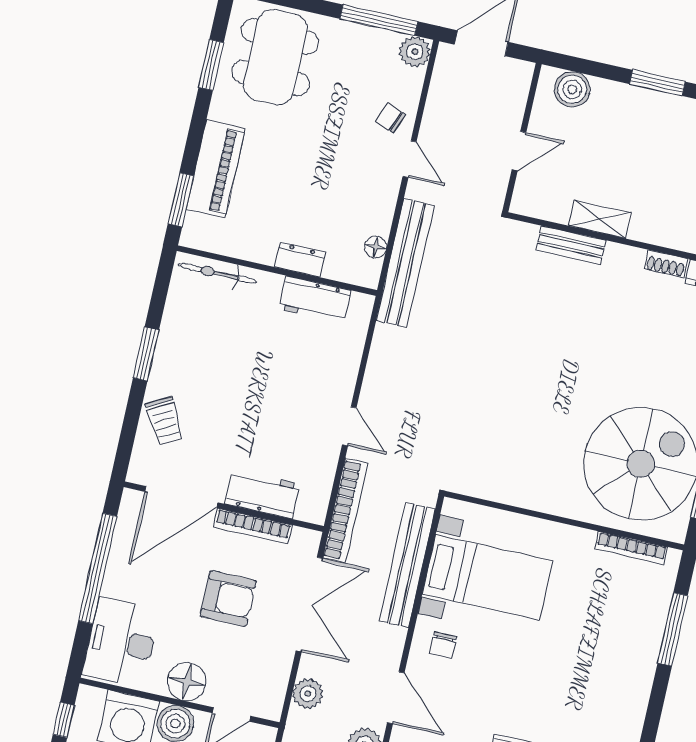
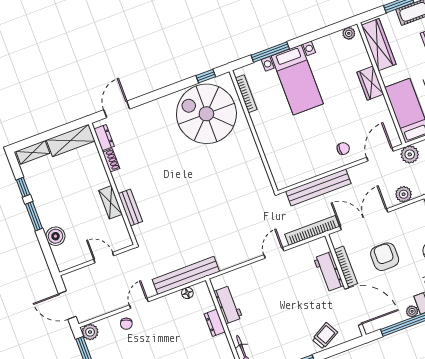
boiler: (572, 89) -> (55, 236), moved
bed with nightstands: (487, 577) -> (297, 80), moved, turned 180
plant: (113, 585) -> (412, 311), added

